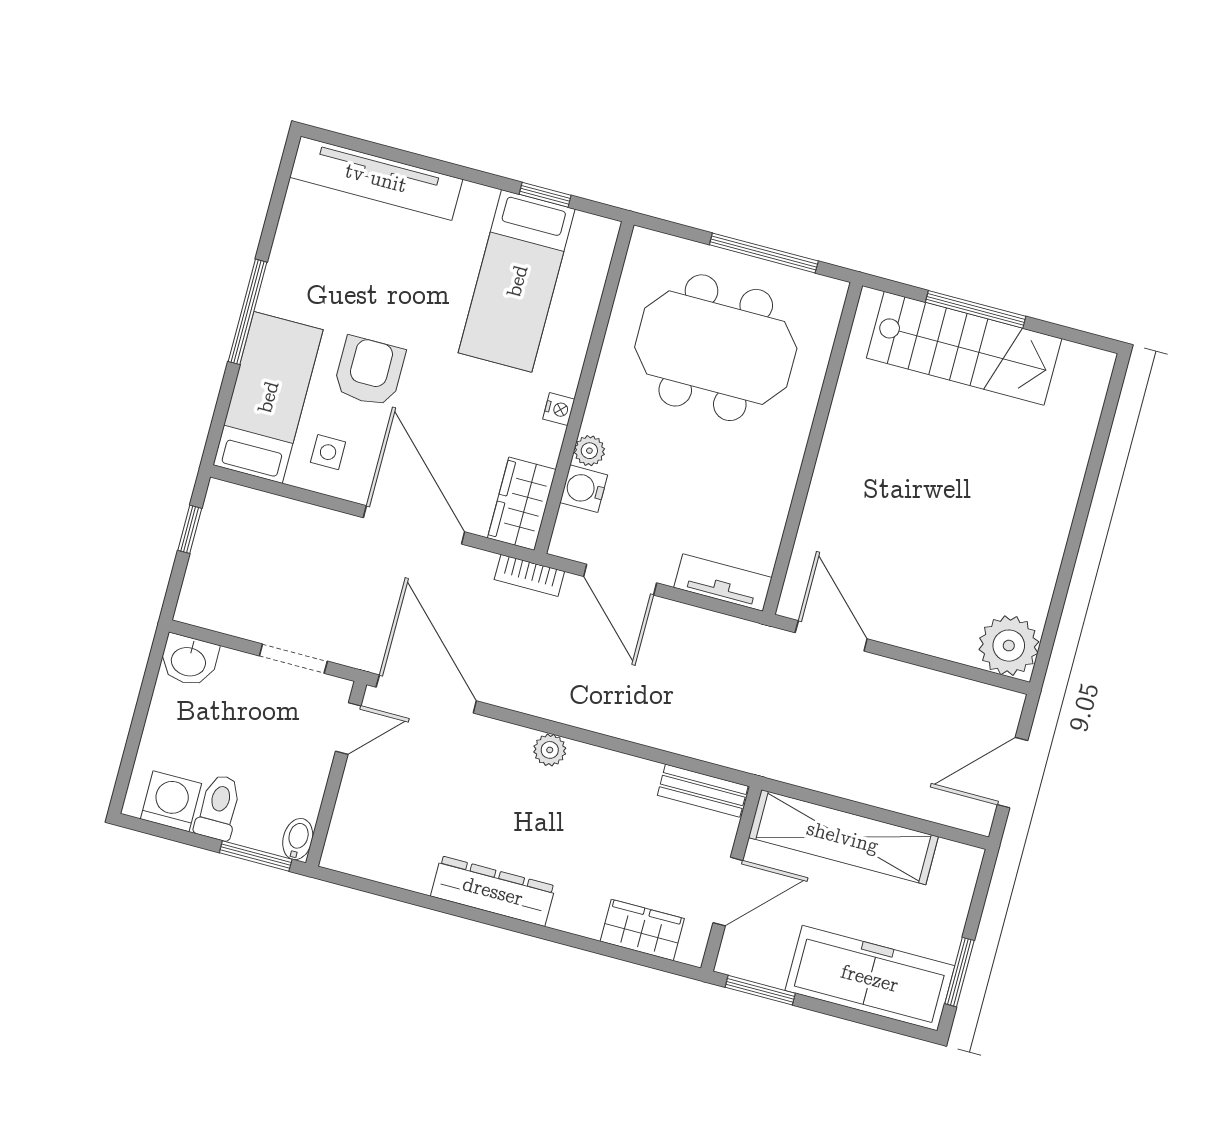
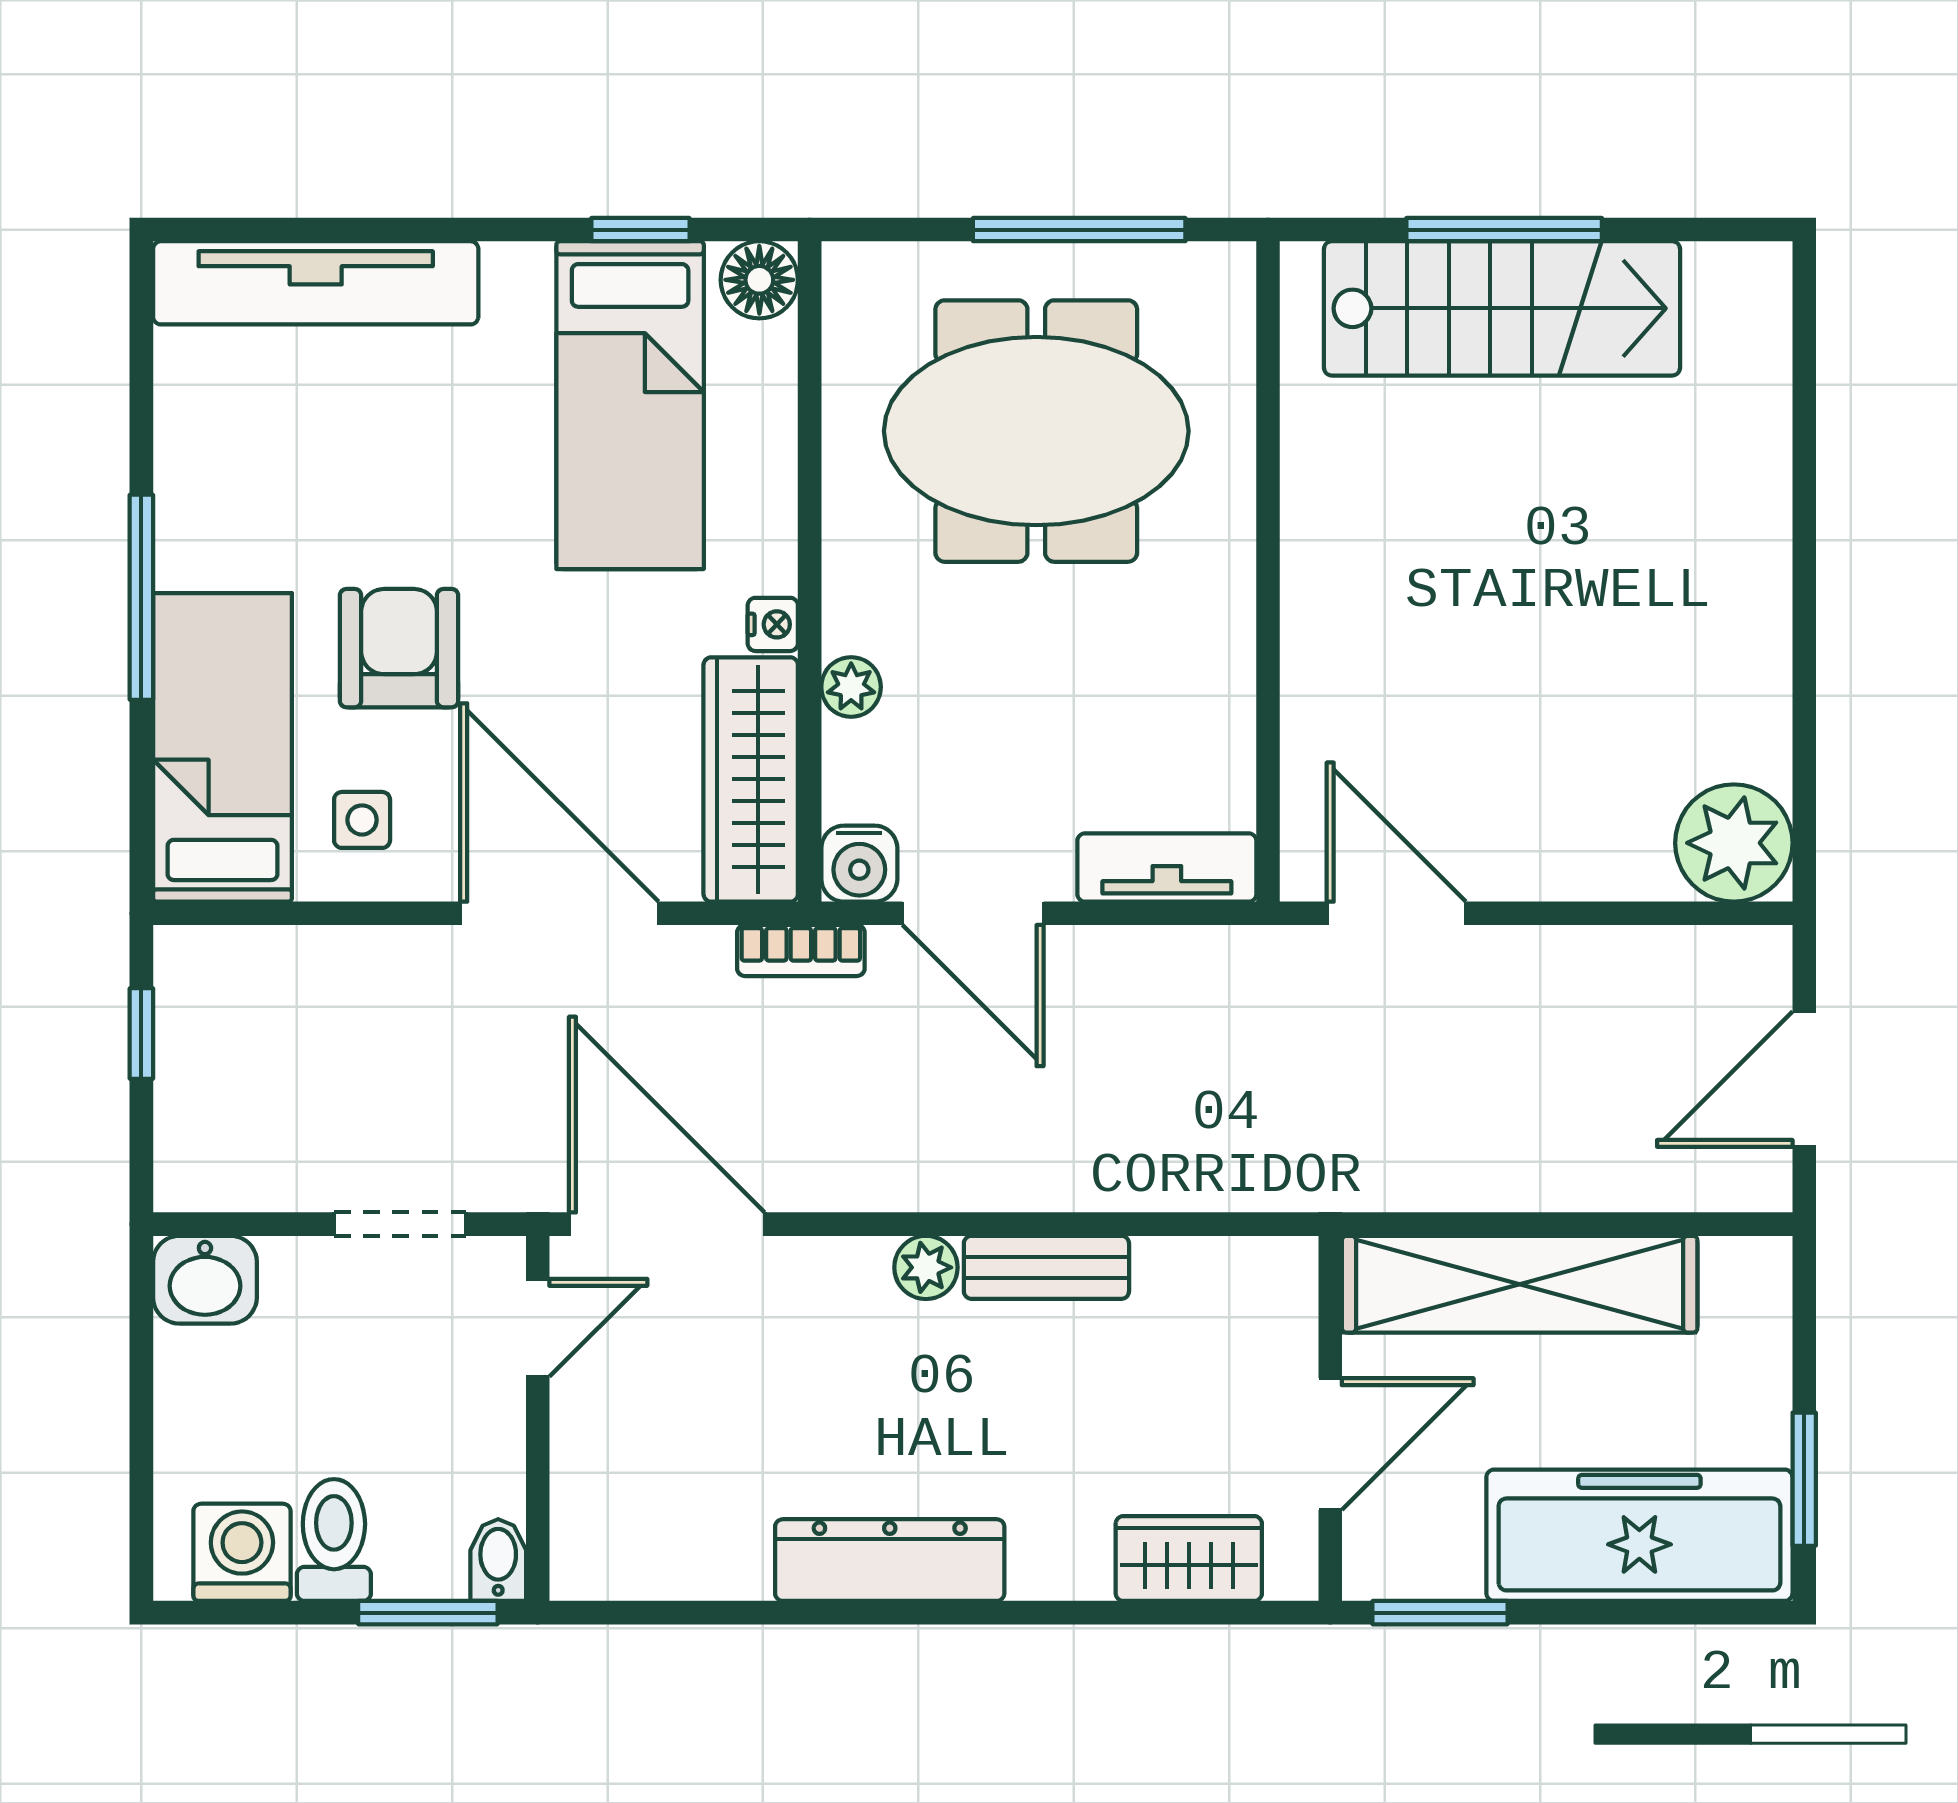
floor lamp: (598, 236) -> (759, 280), added
water cooler: (584, 489) -> (859, 864), moved, turned -90
wardrobe: (522, 504) -> (751, 779), width x1.50
bench: (703, 791) -> (1046, 1267), moved

